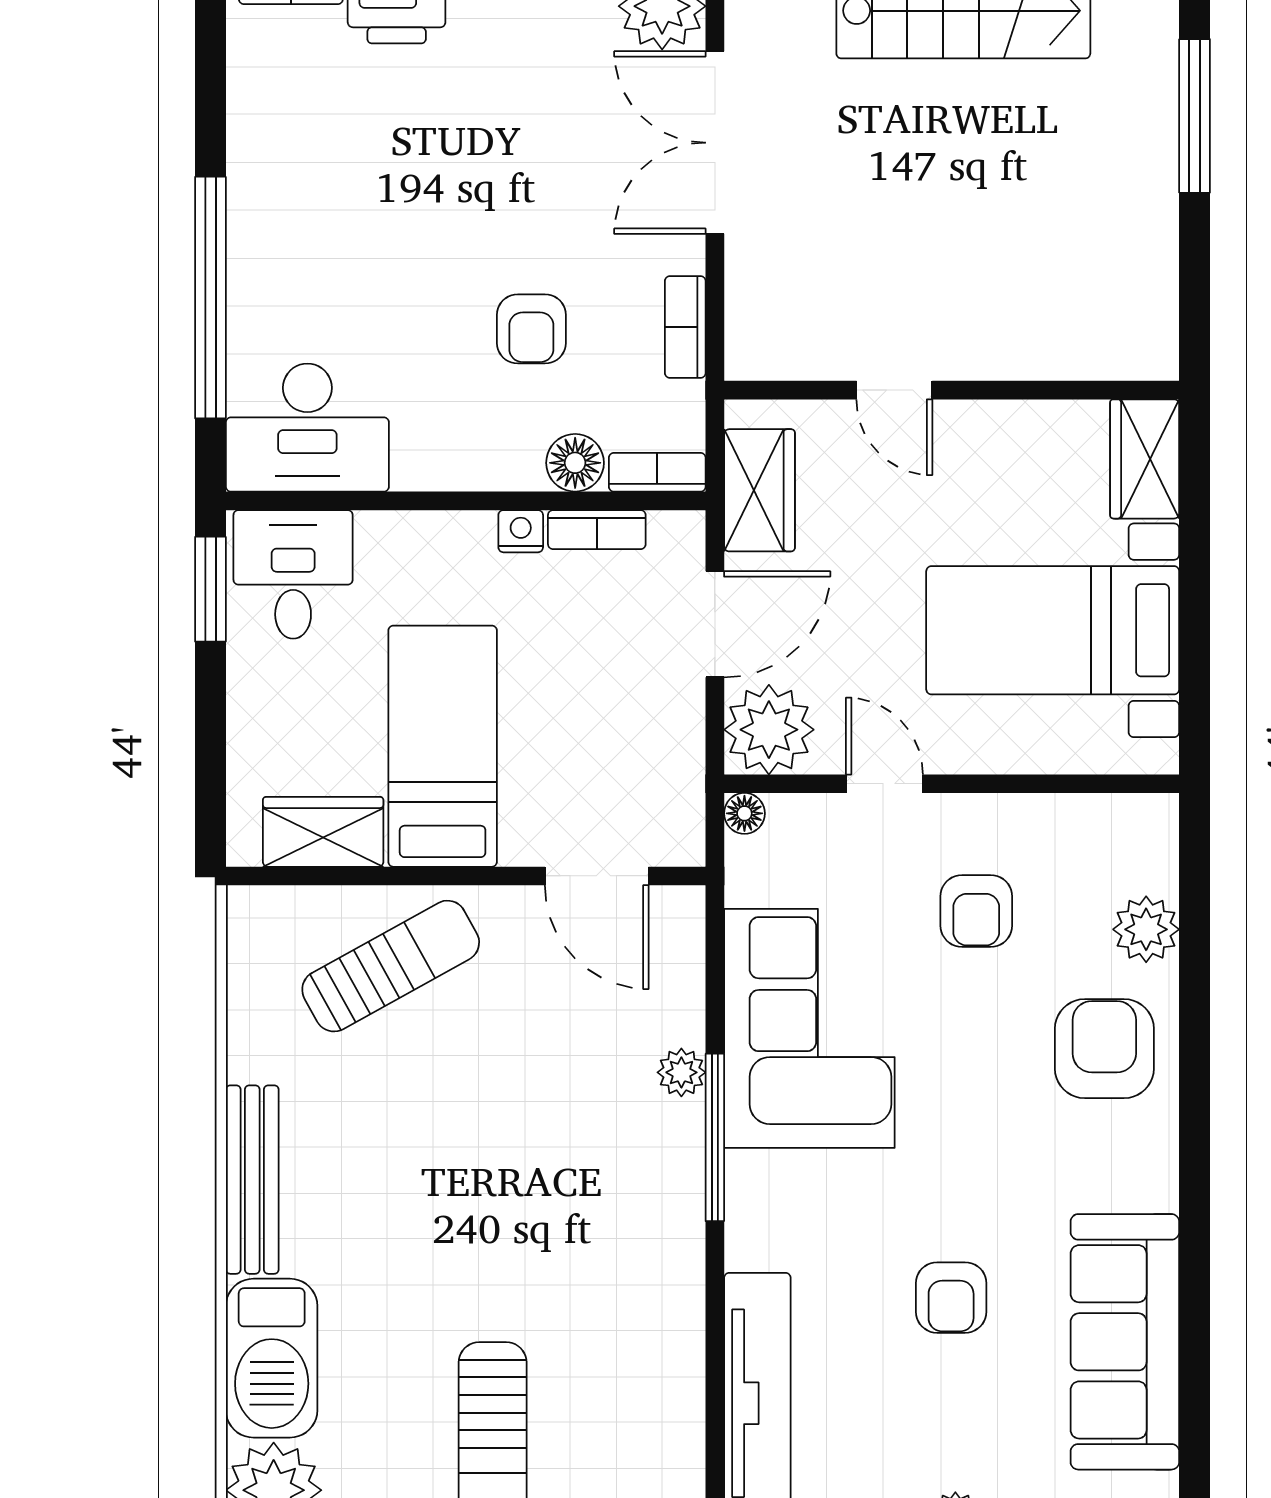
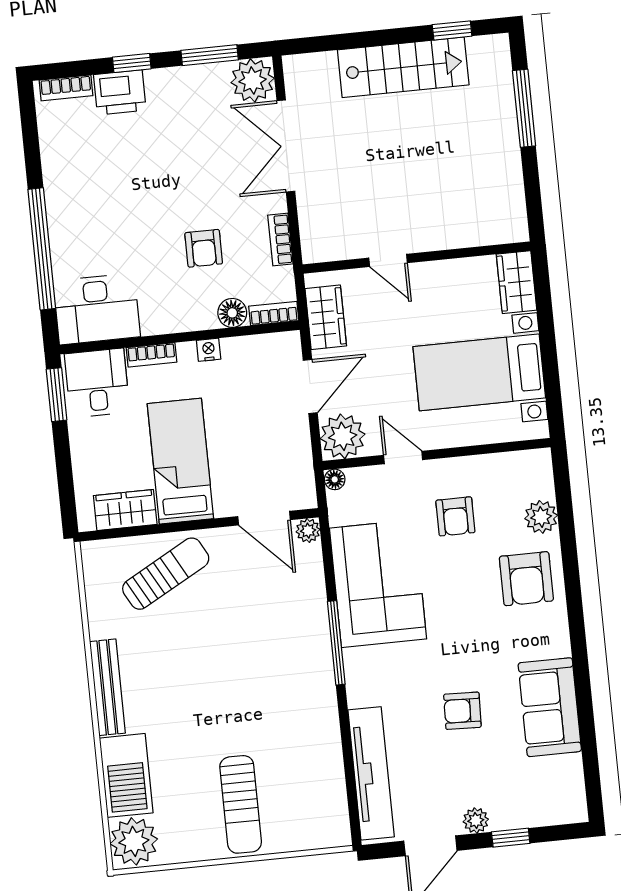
bookcase: (597, 530) -> (151, 355), moved
armchair: (1104, 1049) -> (526, 579), turned 180
plant: (681, 1072) -> (308, 531), moved
armchair: (951, 1298) -> (462, 711), turned 92
sofa: (1125, 1342) -> (550, 707), width x0.73

